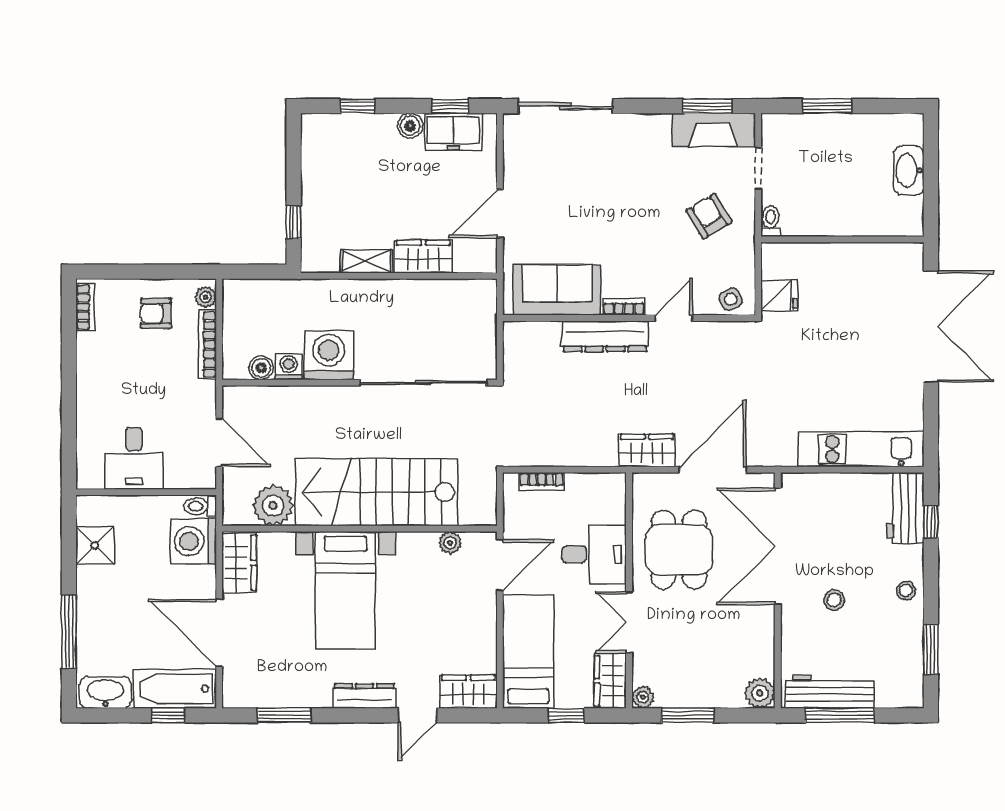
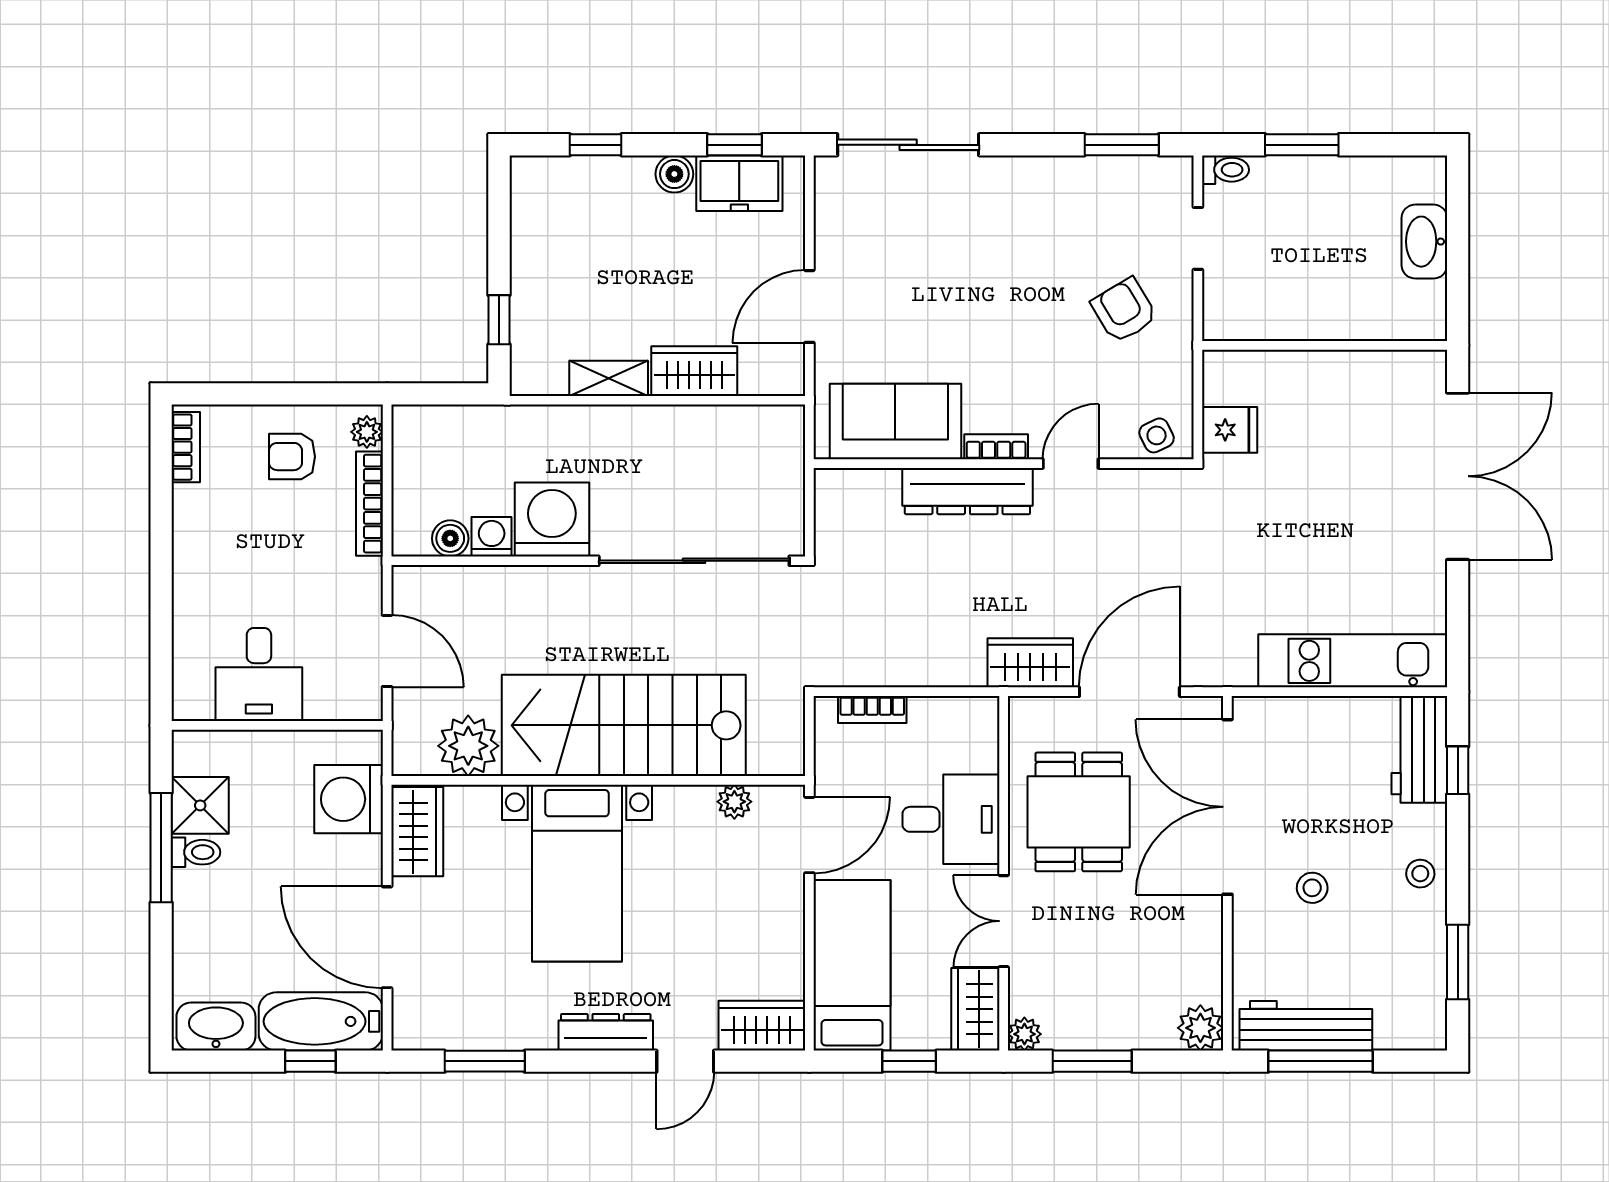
fireplace: (713, 130) -> (1130, 181), removed
toilet: (770, 221) -> (1226, 170), moved, turned 90
toilet: (200, 506) -> (196, 852), moved, turned 180
window: (69, 631) -> (161, 848), moved

